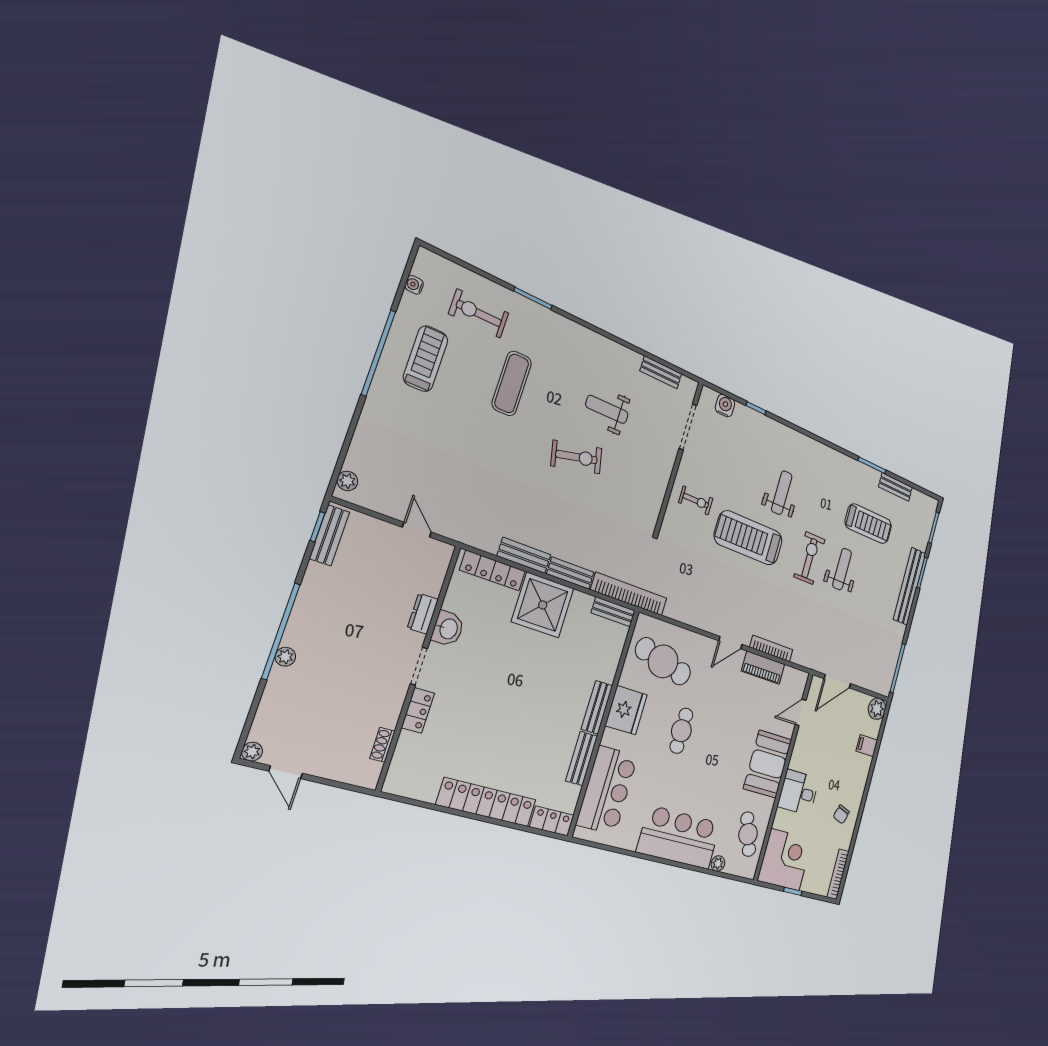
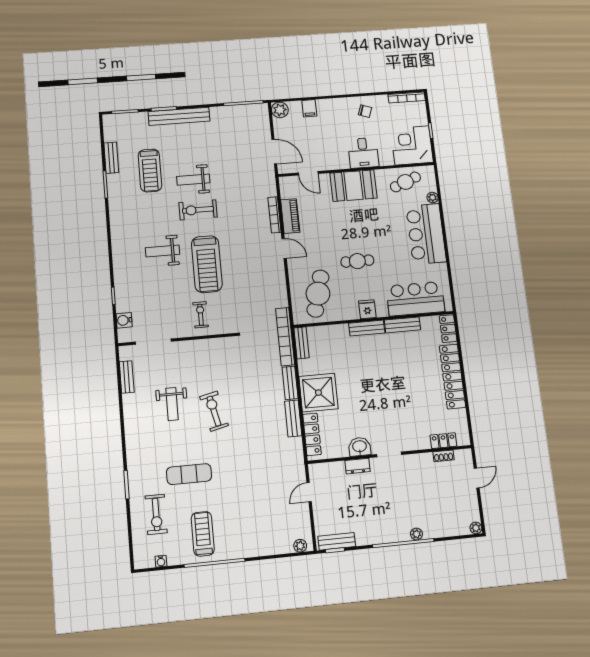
treadmill: (426, 359) -> (203, 534), turned 90
treadmill: (868, 524) -> (150, 170), turned 180
locker: (418, 710) -> (443, 441), moved
fridge: (626, 710) -> (367, 309), width x0.53, depth x0.75
door: (286, 772) -> (477, 478), moved

